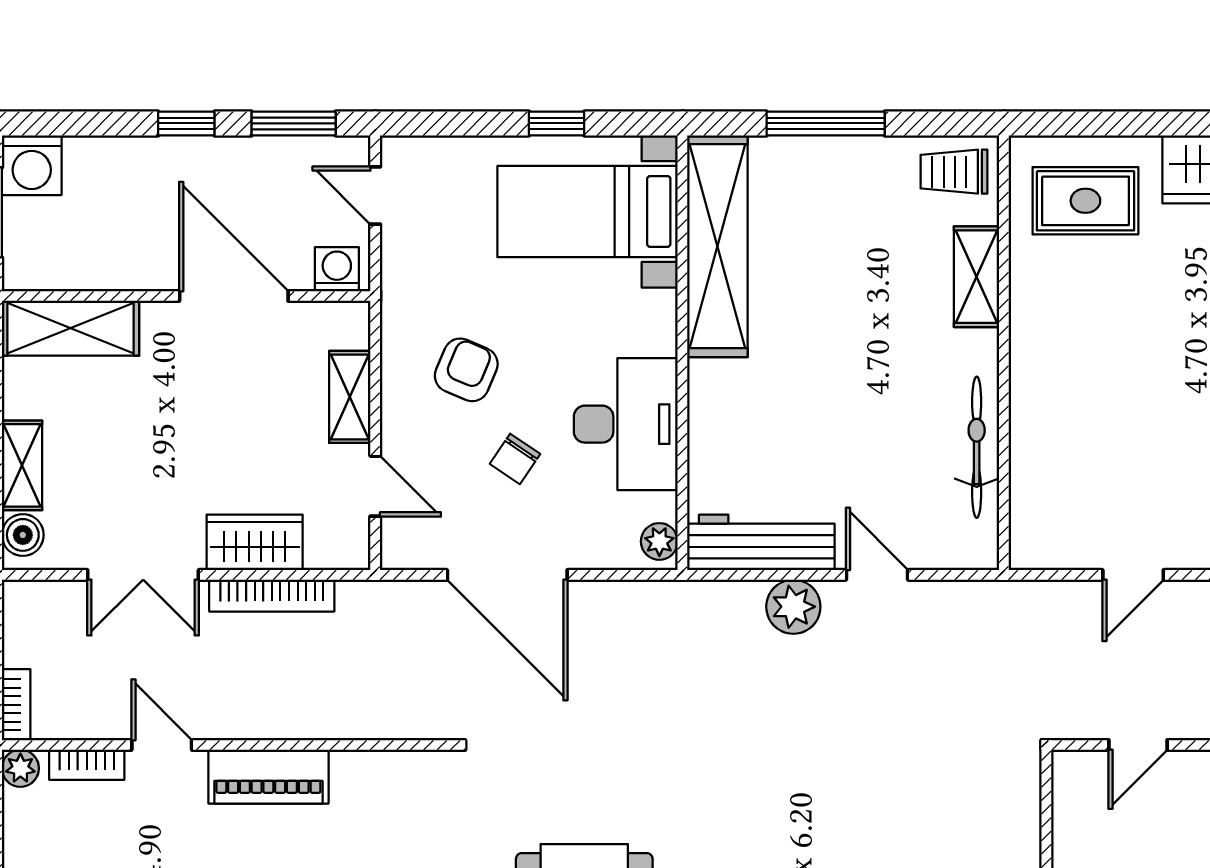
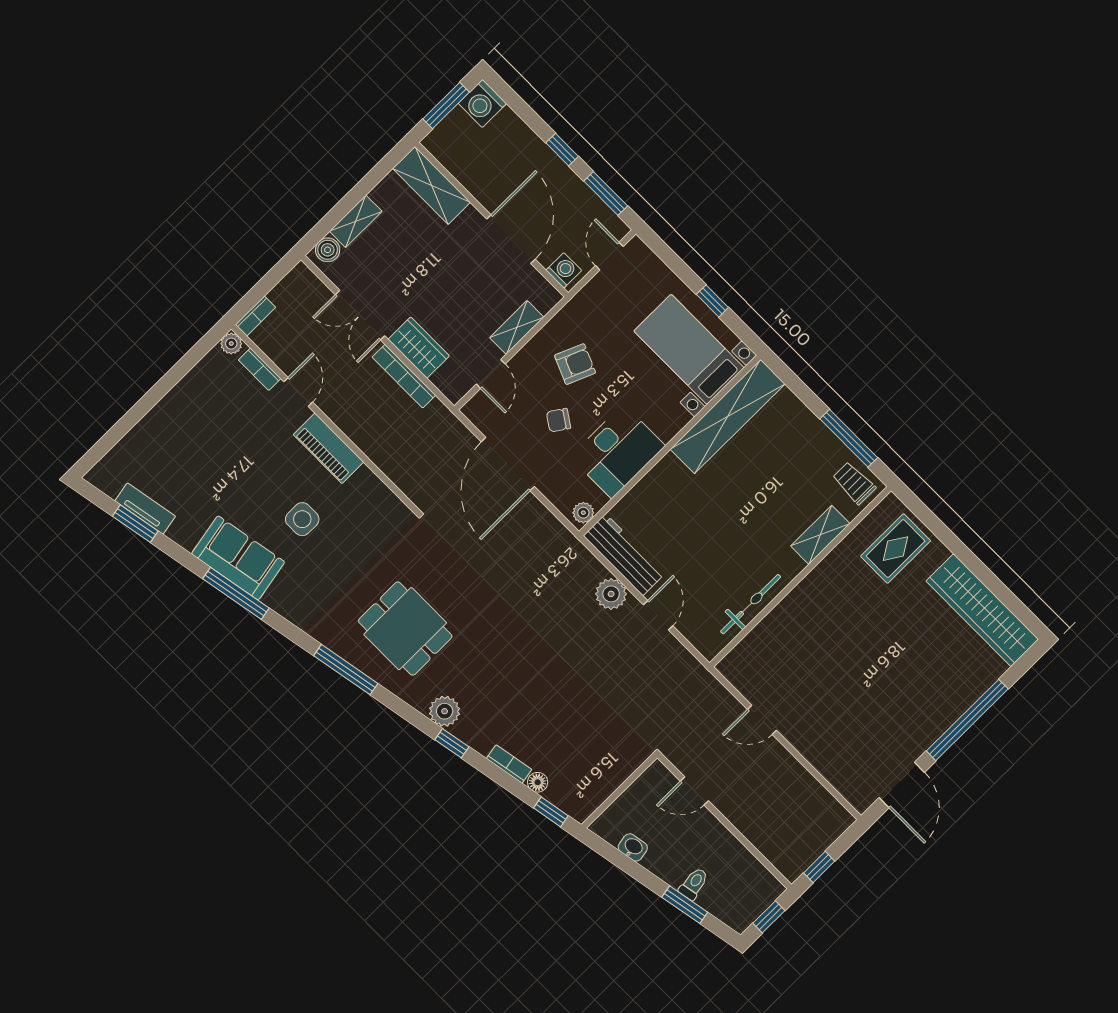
window: (826, 123) -> (849, 438), moved
rug: (1085, 201) -> (896, 549), turned 90

